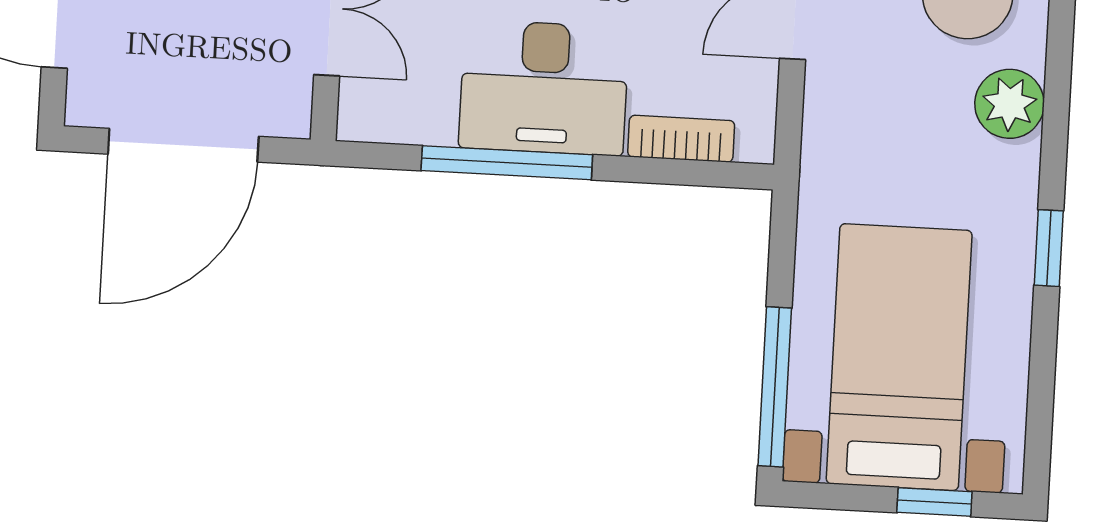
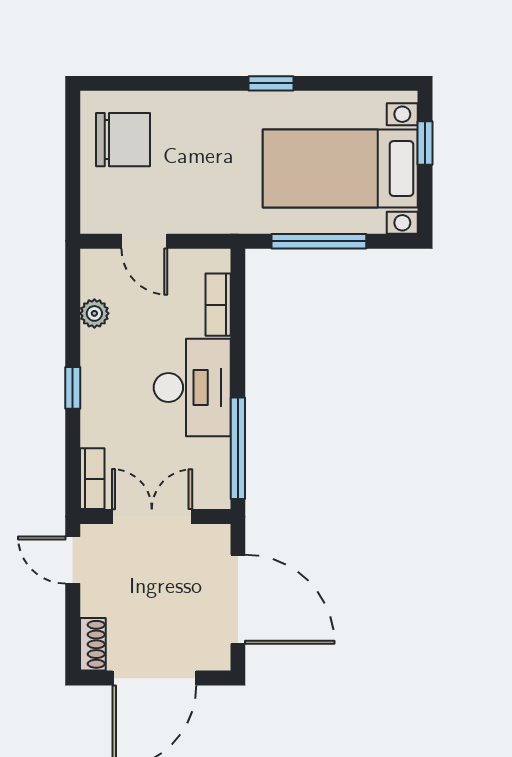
plant: (1009, 104) -> (187, 111), removed
window: (507, 163) -> (238, 448), moved
window: (775, 387) -> (319, 241), moved

